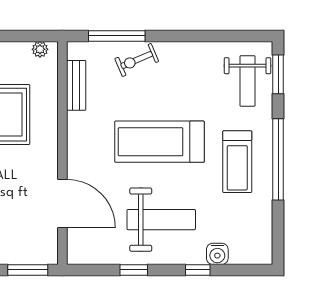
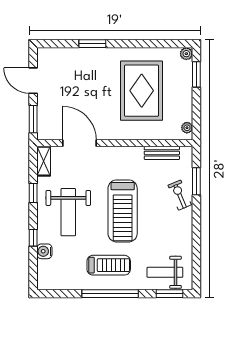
window: (117, 36) -> (196, 181), width x0.69
treadmill: (159, 142) -> (123, 211), turned 180
treadmill: (237, 162) -> (109, 265), turned 180
door: (62, 203) -> (80, 143), swing flipped
shelving: (88, 255) -> (44, 161), added

